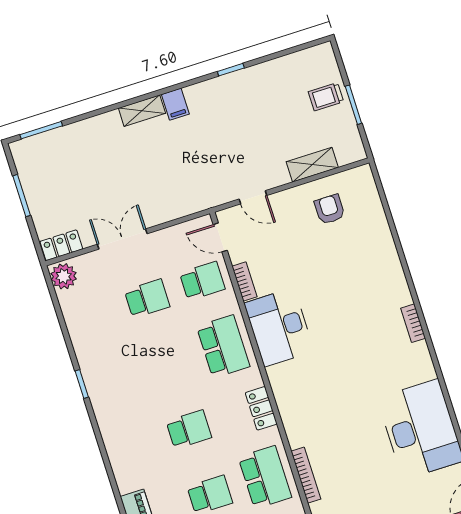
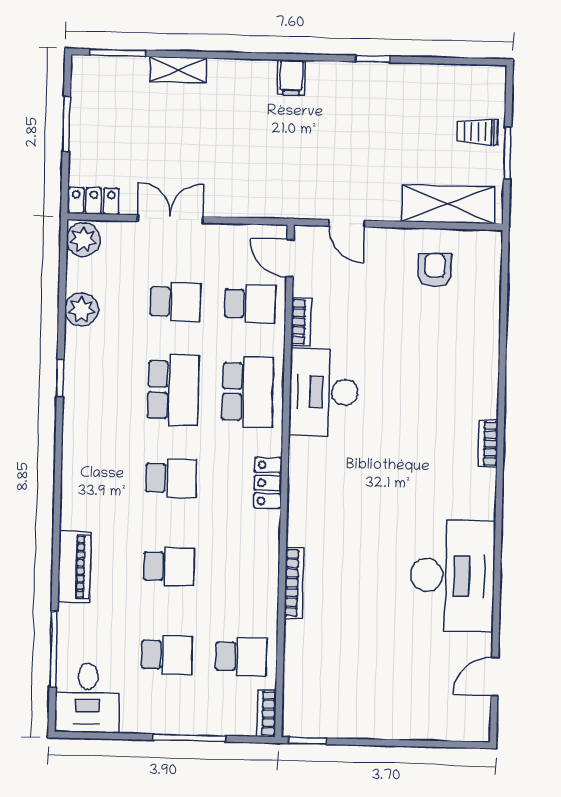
shelving: (142, 111) -> (178, 70), moved
shelving: (312, 165) -> (448, 204), width x1.50, depth x1.33
plant: (80, 328) -> (81, 310), added
school desk: (265, 477) -> (173, 390), moved

